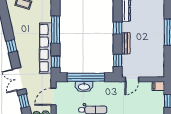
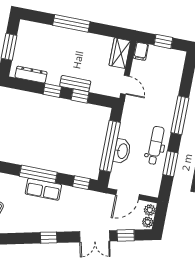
row of seats: (45, 48) -> (43, 189), width x0.50
window: (118, 60) -> (80, 96), moved
wardrobe: (154, 71) -> (120, 53), added
door: (53, 97) -> (128, 195), hinge flipped

